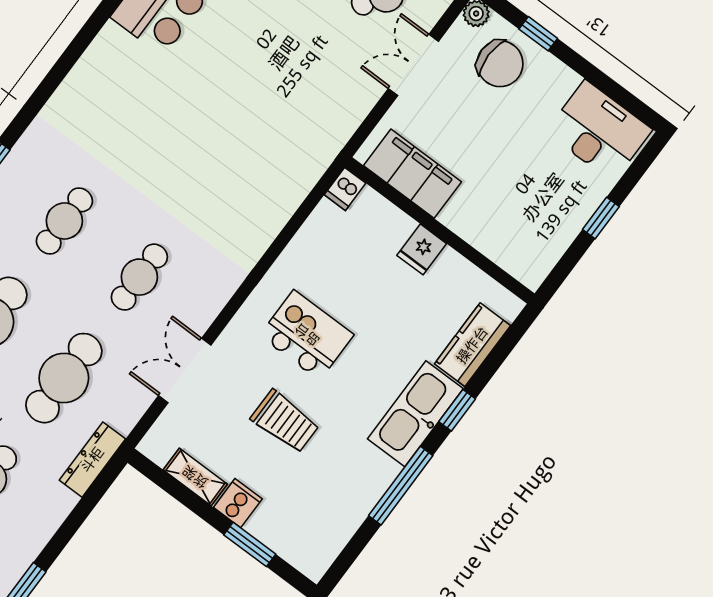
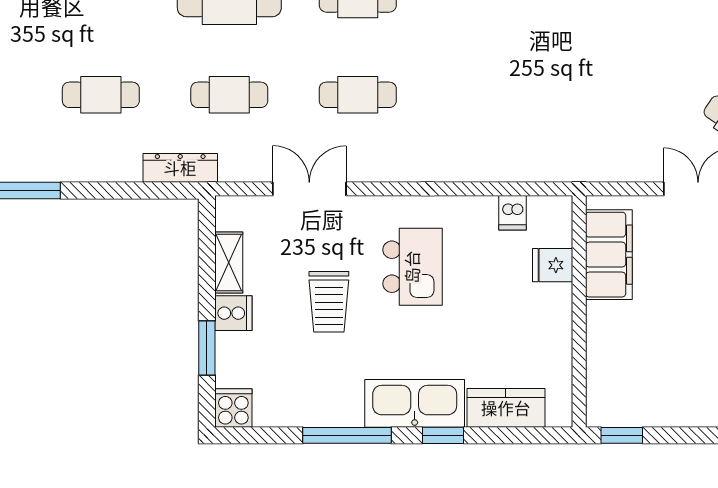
dishwasher: (345, 189) -> (512, 213), moved, turned -90
window: (601, 218) -> (622, 435), moved
fridge: (422, 249) -> (553, 265), moved
cafe table: (64, 378) -> (229, 95), width x0.73, depth x0.74
cooker: (312, 559) -> (233, 408), added

